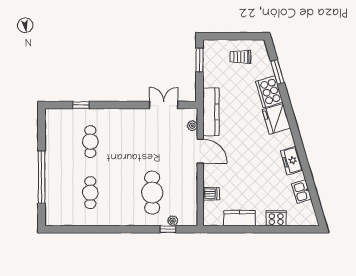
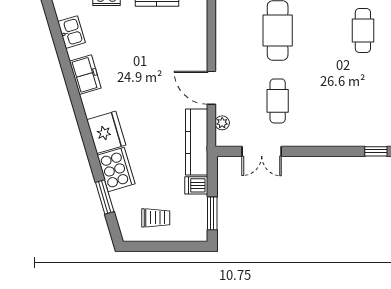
cafe table: (90, 142) -> (278, 101), moved
dishwasher: (211, 194) -> (196, 185), moved

